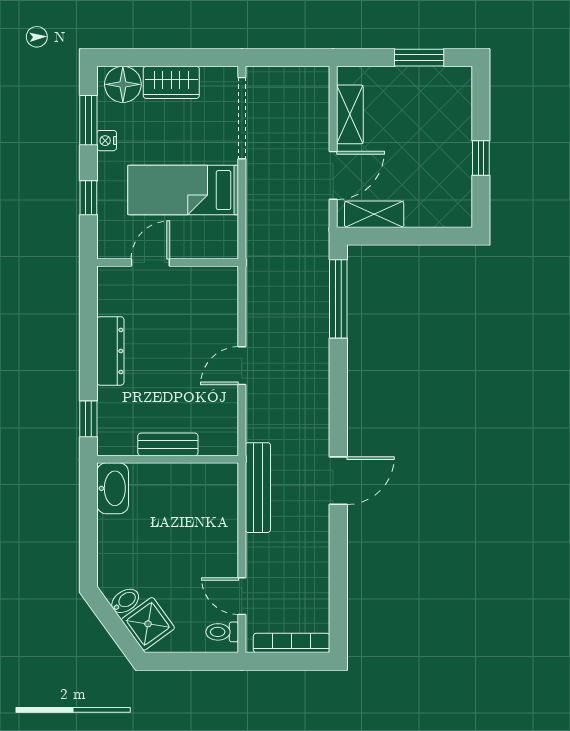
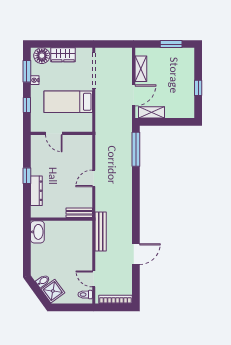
door: (150, 262) -> (54, 133), swing flipped
dresser: (110, 351) -> (36, 191), moved
window: (88, 419) -> (27, 176), moved
bench: (168, 444) -> (79, 213), moved
door: (338, 481) -> (136, 254), moved

